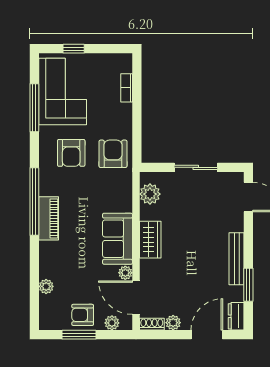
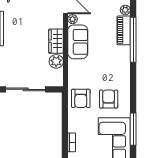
sliding door: (196, 167) -> (26, 89), width x1.37
plant: (150, 194) -> (56, 61), moved
window: (34, 201) -> (133, 40), moved
piano: (49, 218) -> (124, 30), moved

